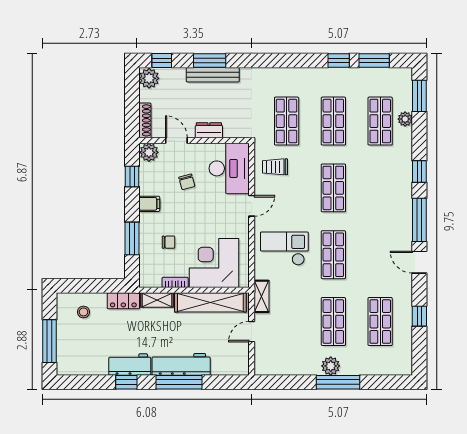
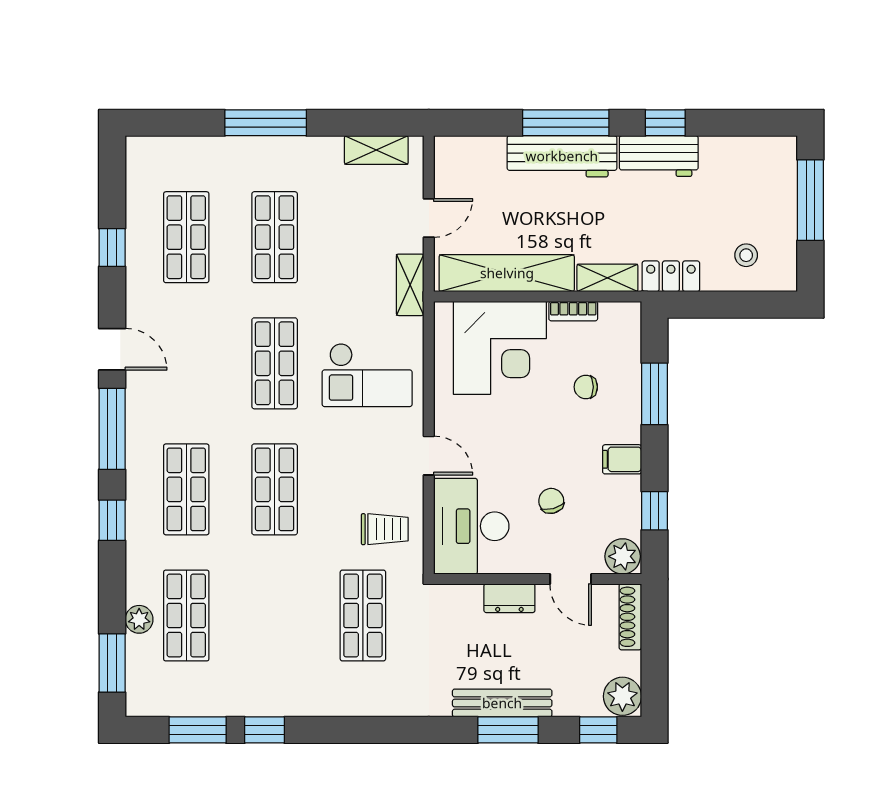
shop shelf: (333, 121) -> (186, 489), moved
door: (252, 206) -> (429, 456), swing flipped
plant: (331, 366) -> (280, 153), removed
shelving: (279, 368) -> (376, 150), added

